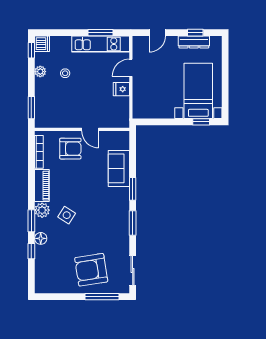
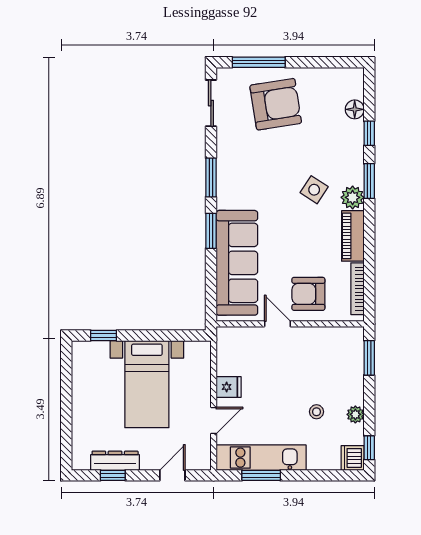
bed with nightstands: (198, 91) -> (147, 384), moved
sofa: (119, 168) -> (237, 263), width x1.85, depth x1.27
floor lamp: (41, 238) -> (355, 109), moved

